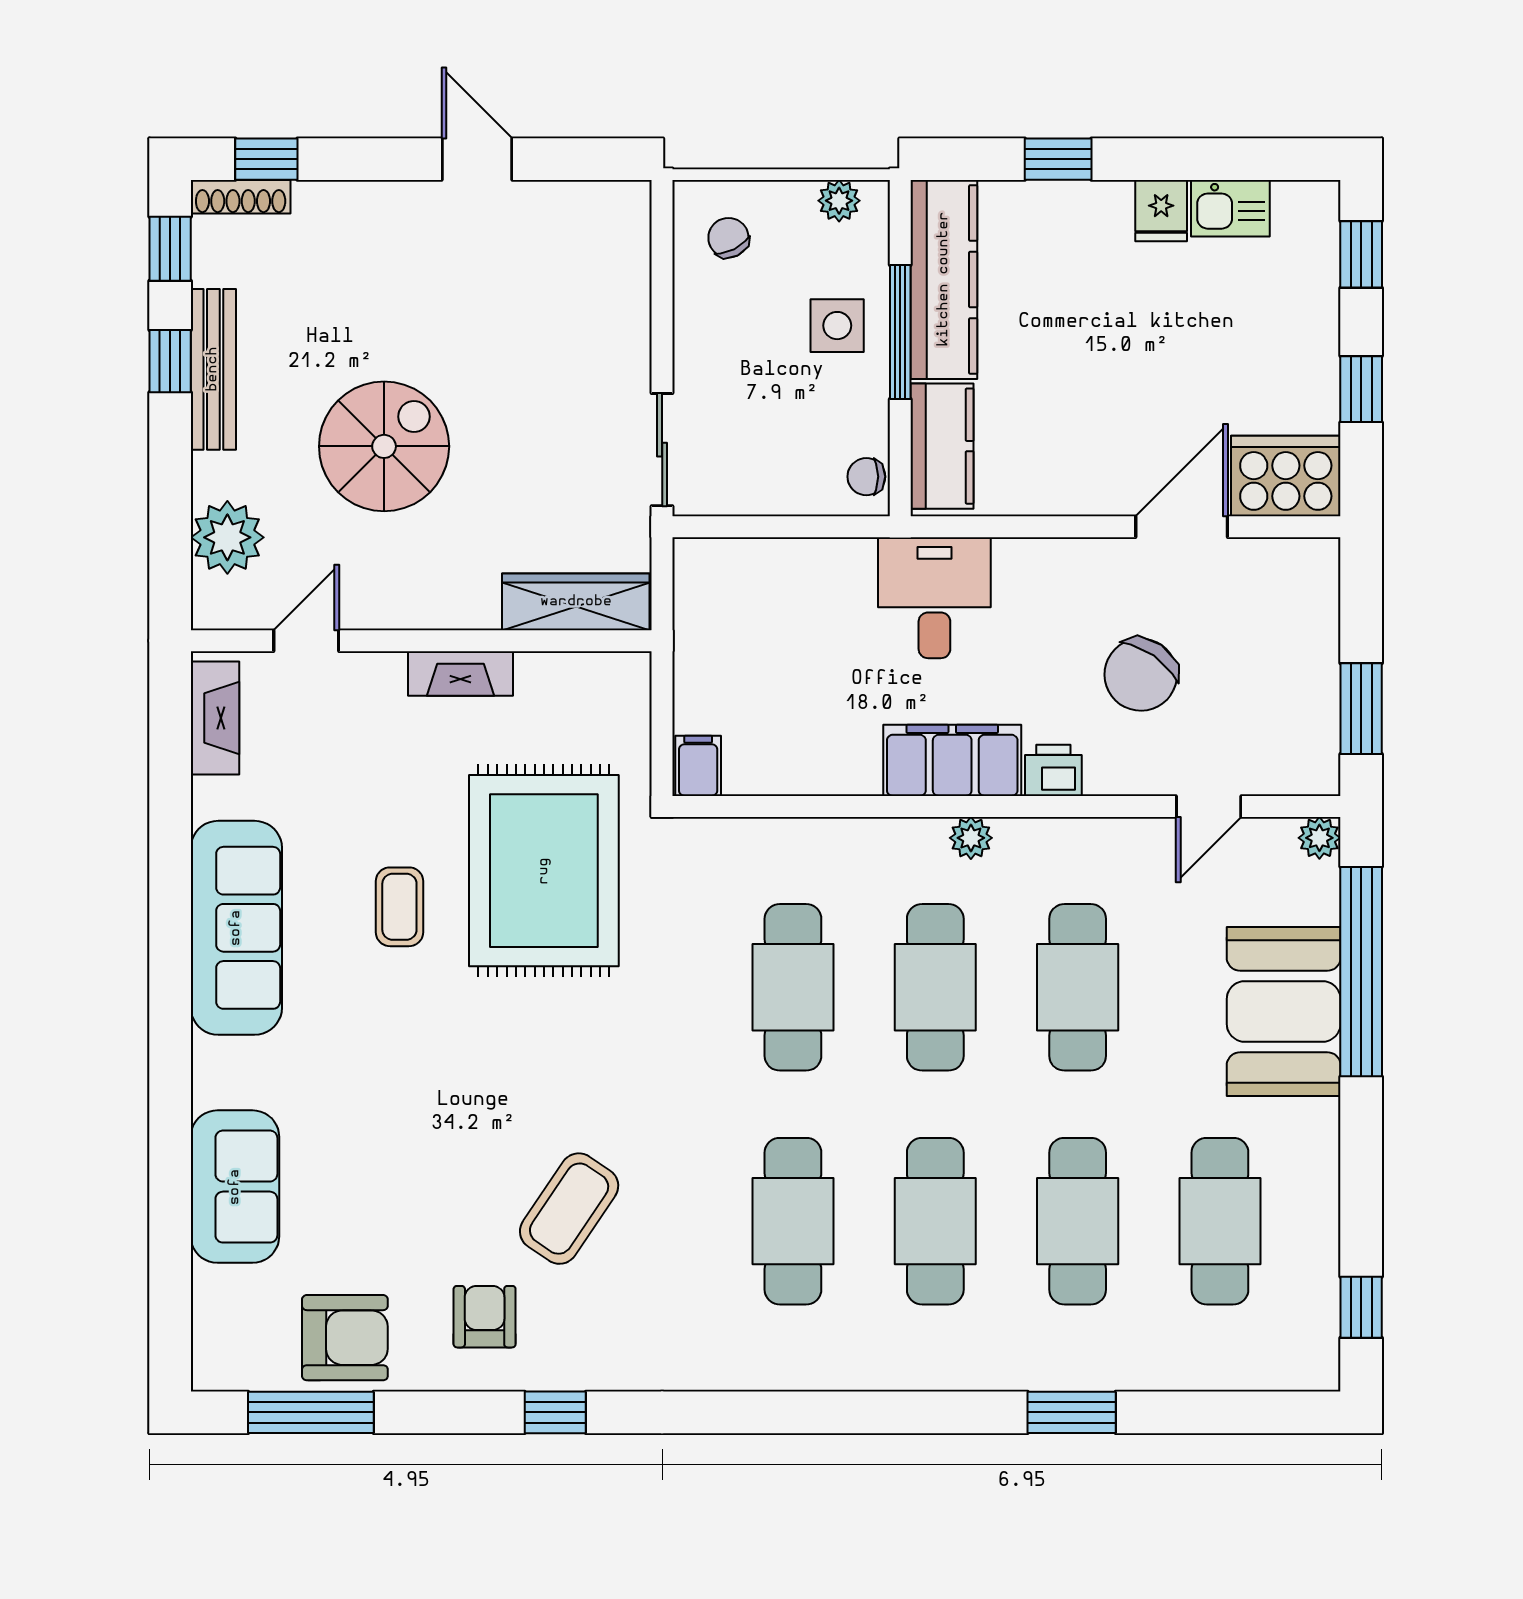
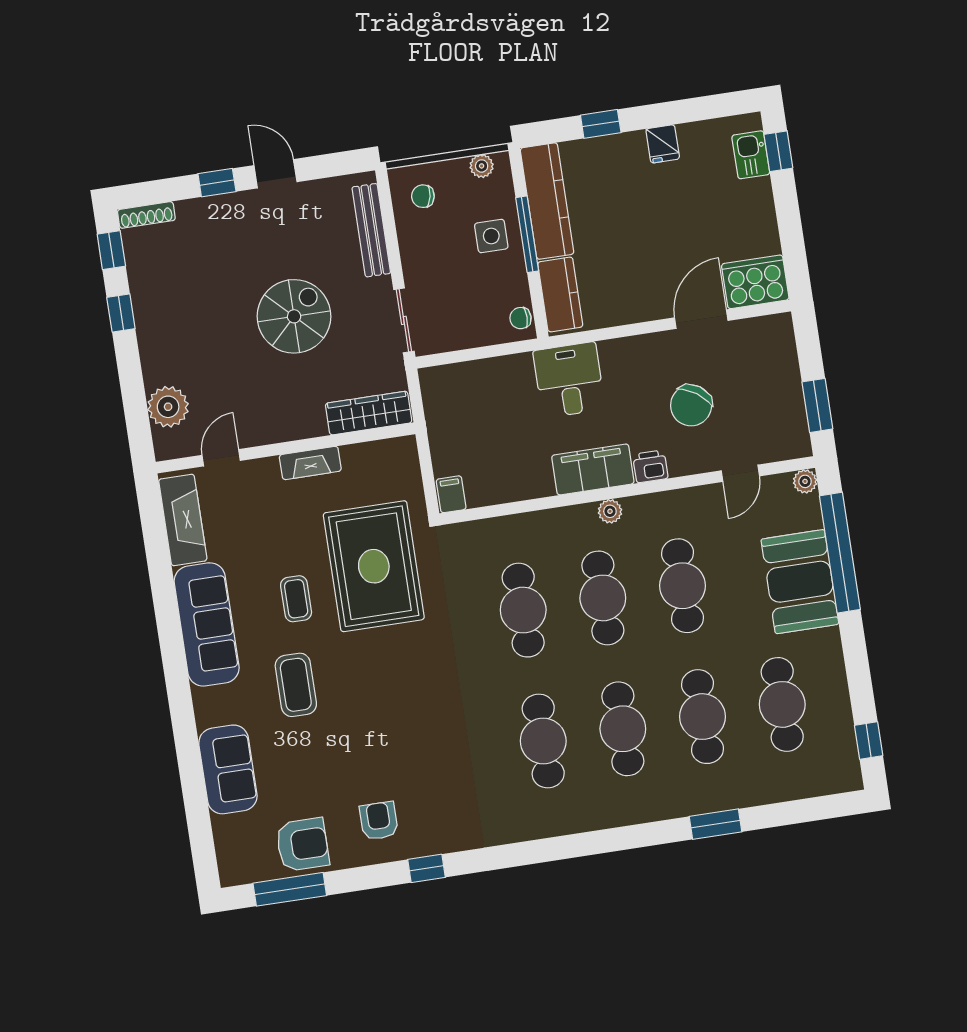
window: (266, 159) -> (217, 183), moved
kitchen sink: (1230, 208) -> (751, 155), moved, turned 90
chair: (728, 238) -> (423, 196), turned -52
bench: (213, 369) -> (371, 230), moved
window: (1361, 389) -> (790, 227), removed
spiral stairs: (384, 446) -> (294, 316), moved
fireplace: (215, 718) -> (183, 520), width x1.37, depth x1.32
coffee table: (569, 1209) -> (296, 685), moved, turned -34

